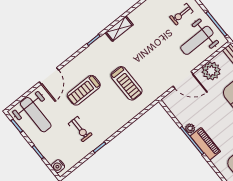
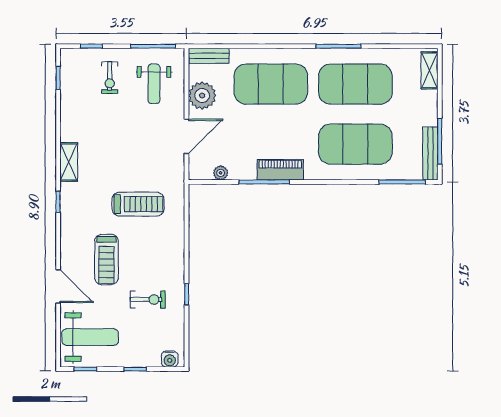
weight bench: (197, 40) -> (154, 84), width x0.73, depth x0.75
plant: (190, 128) -> (221, 173), moved

